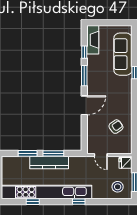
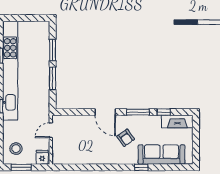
armchair: (116, 127) -> (126, 138), moved
kitchen counter: (49, 163) -> (43, 74), removed

